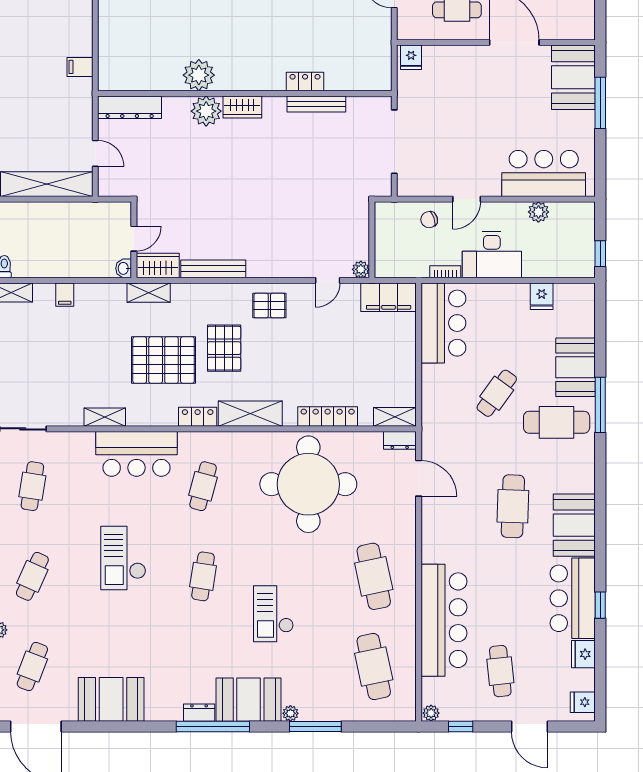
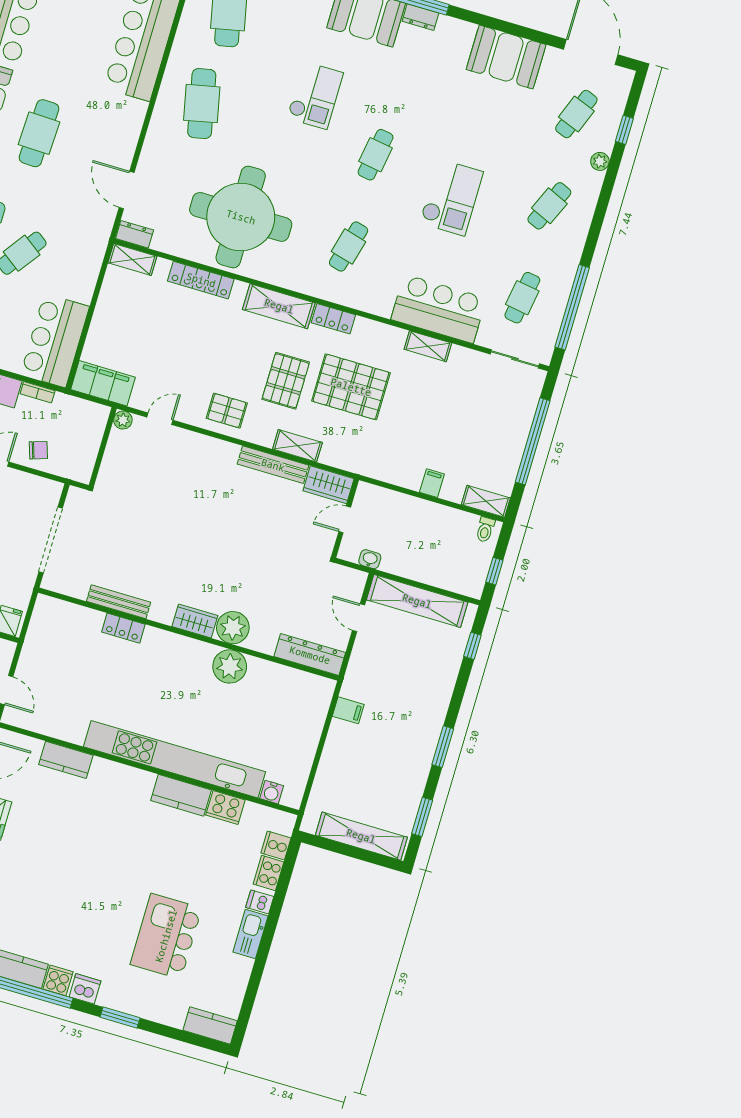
washbasin: (124, 268) -> (370, 559), moved, turned -90
shelving: (149, 293) -> (297, 446), moved
bar counter: (137, 454) -> (439, 309), moved

